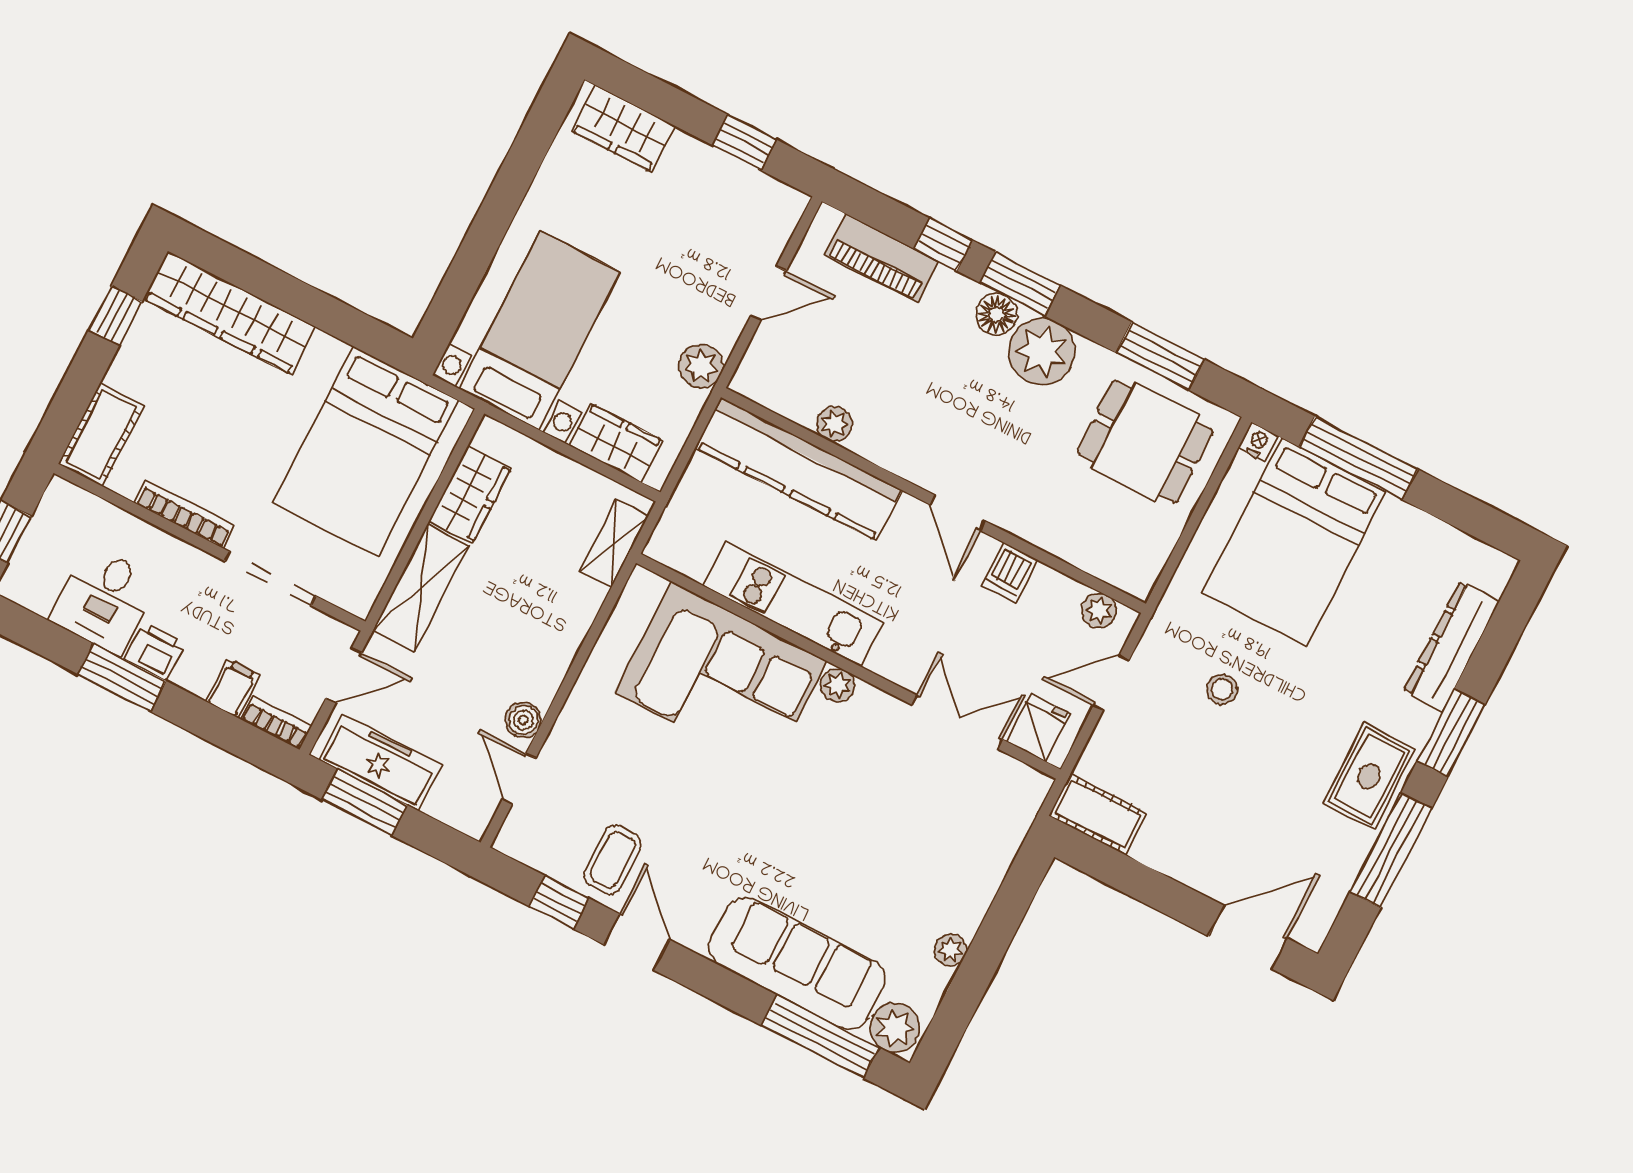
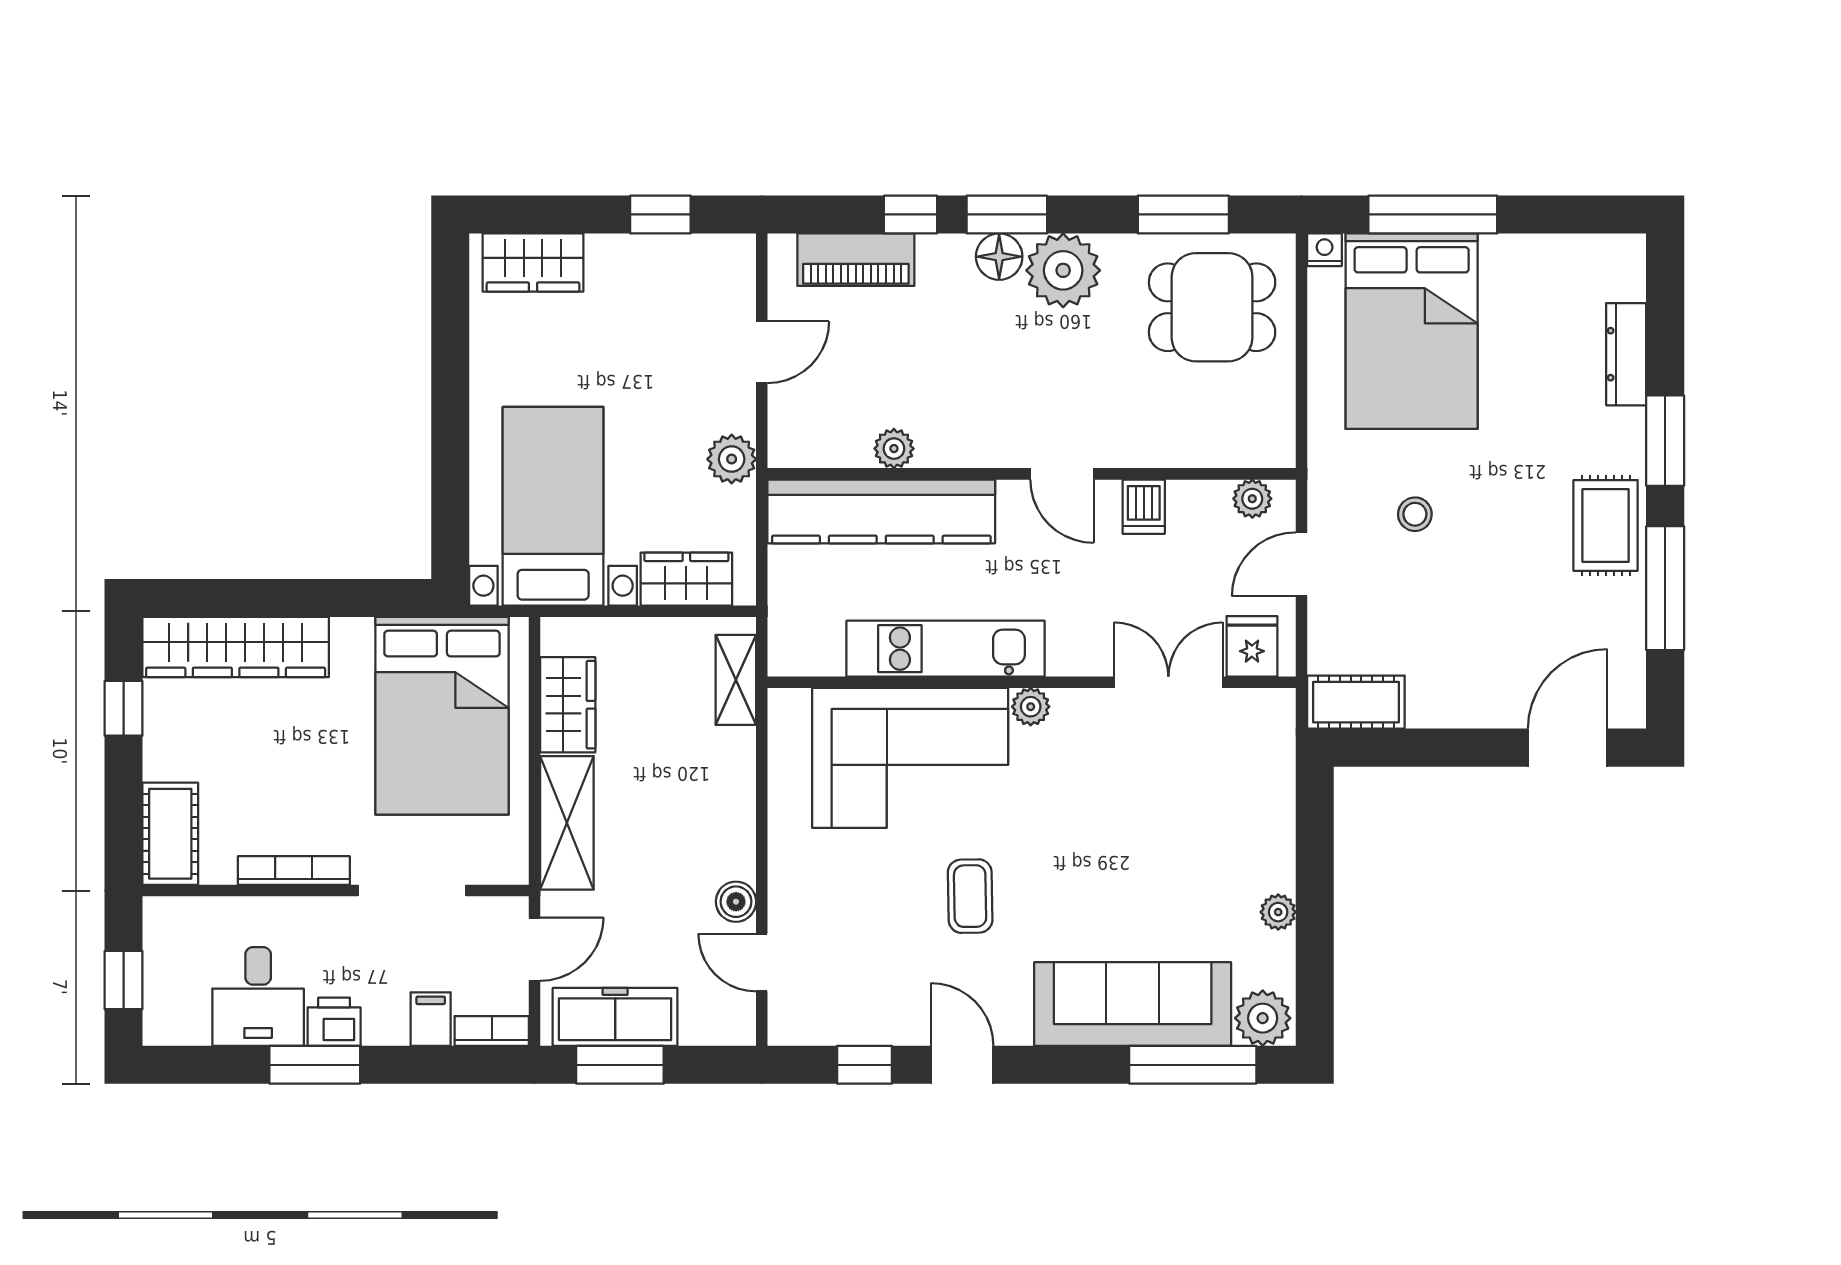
dresser: (1452, 646) -> (1626, 354), width x0.73, depth x0.80
coffee table: (613, 860) -> (970, 896), moved

